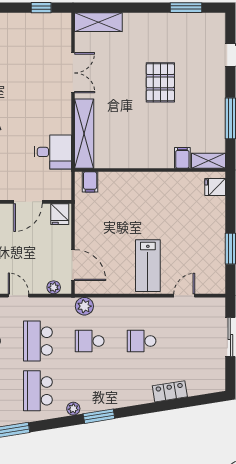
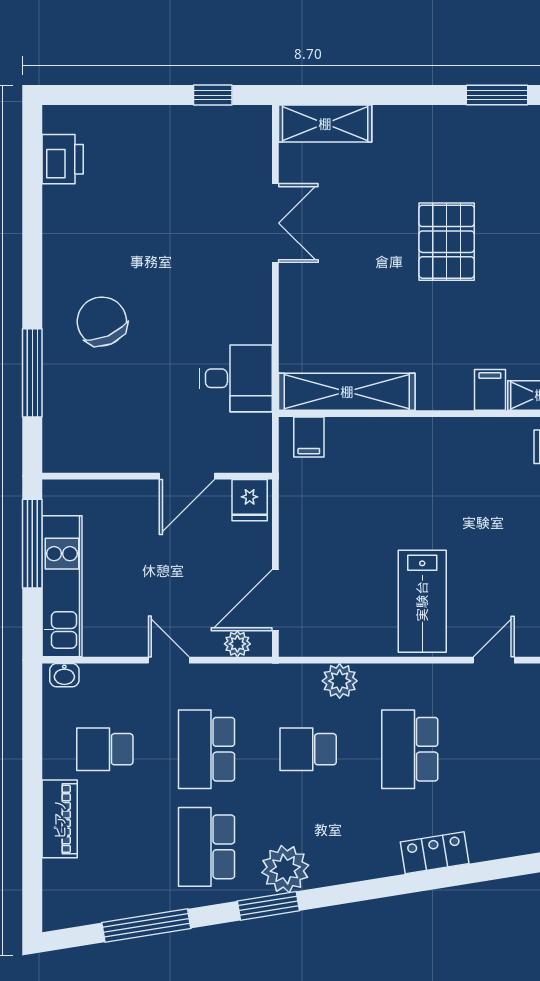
shelving: (84, 134) -> (347, 392), moved, turned 90
door: (73, 265) -> (275, 600), swing flipped
plant: (84, 306) -> (340, 681), moved
school desk: (142, 341) -> (410, 749), width x1.85
locker: (170, 391) -> (435, 853), moved
plant: (73, 409) -> (285, 869), width x1.87, depth x1.87
window: (99, 416) -> (268, 906), moved

